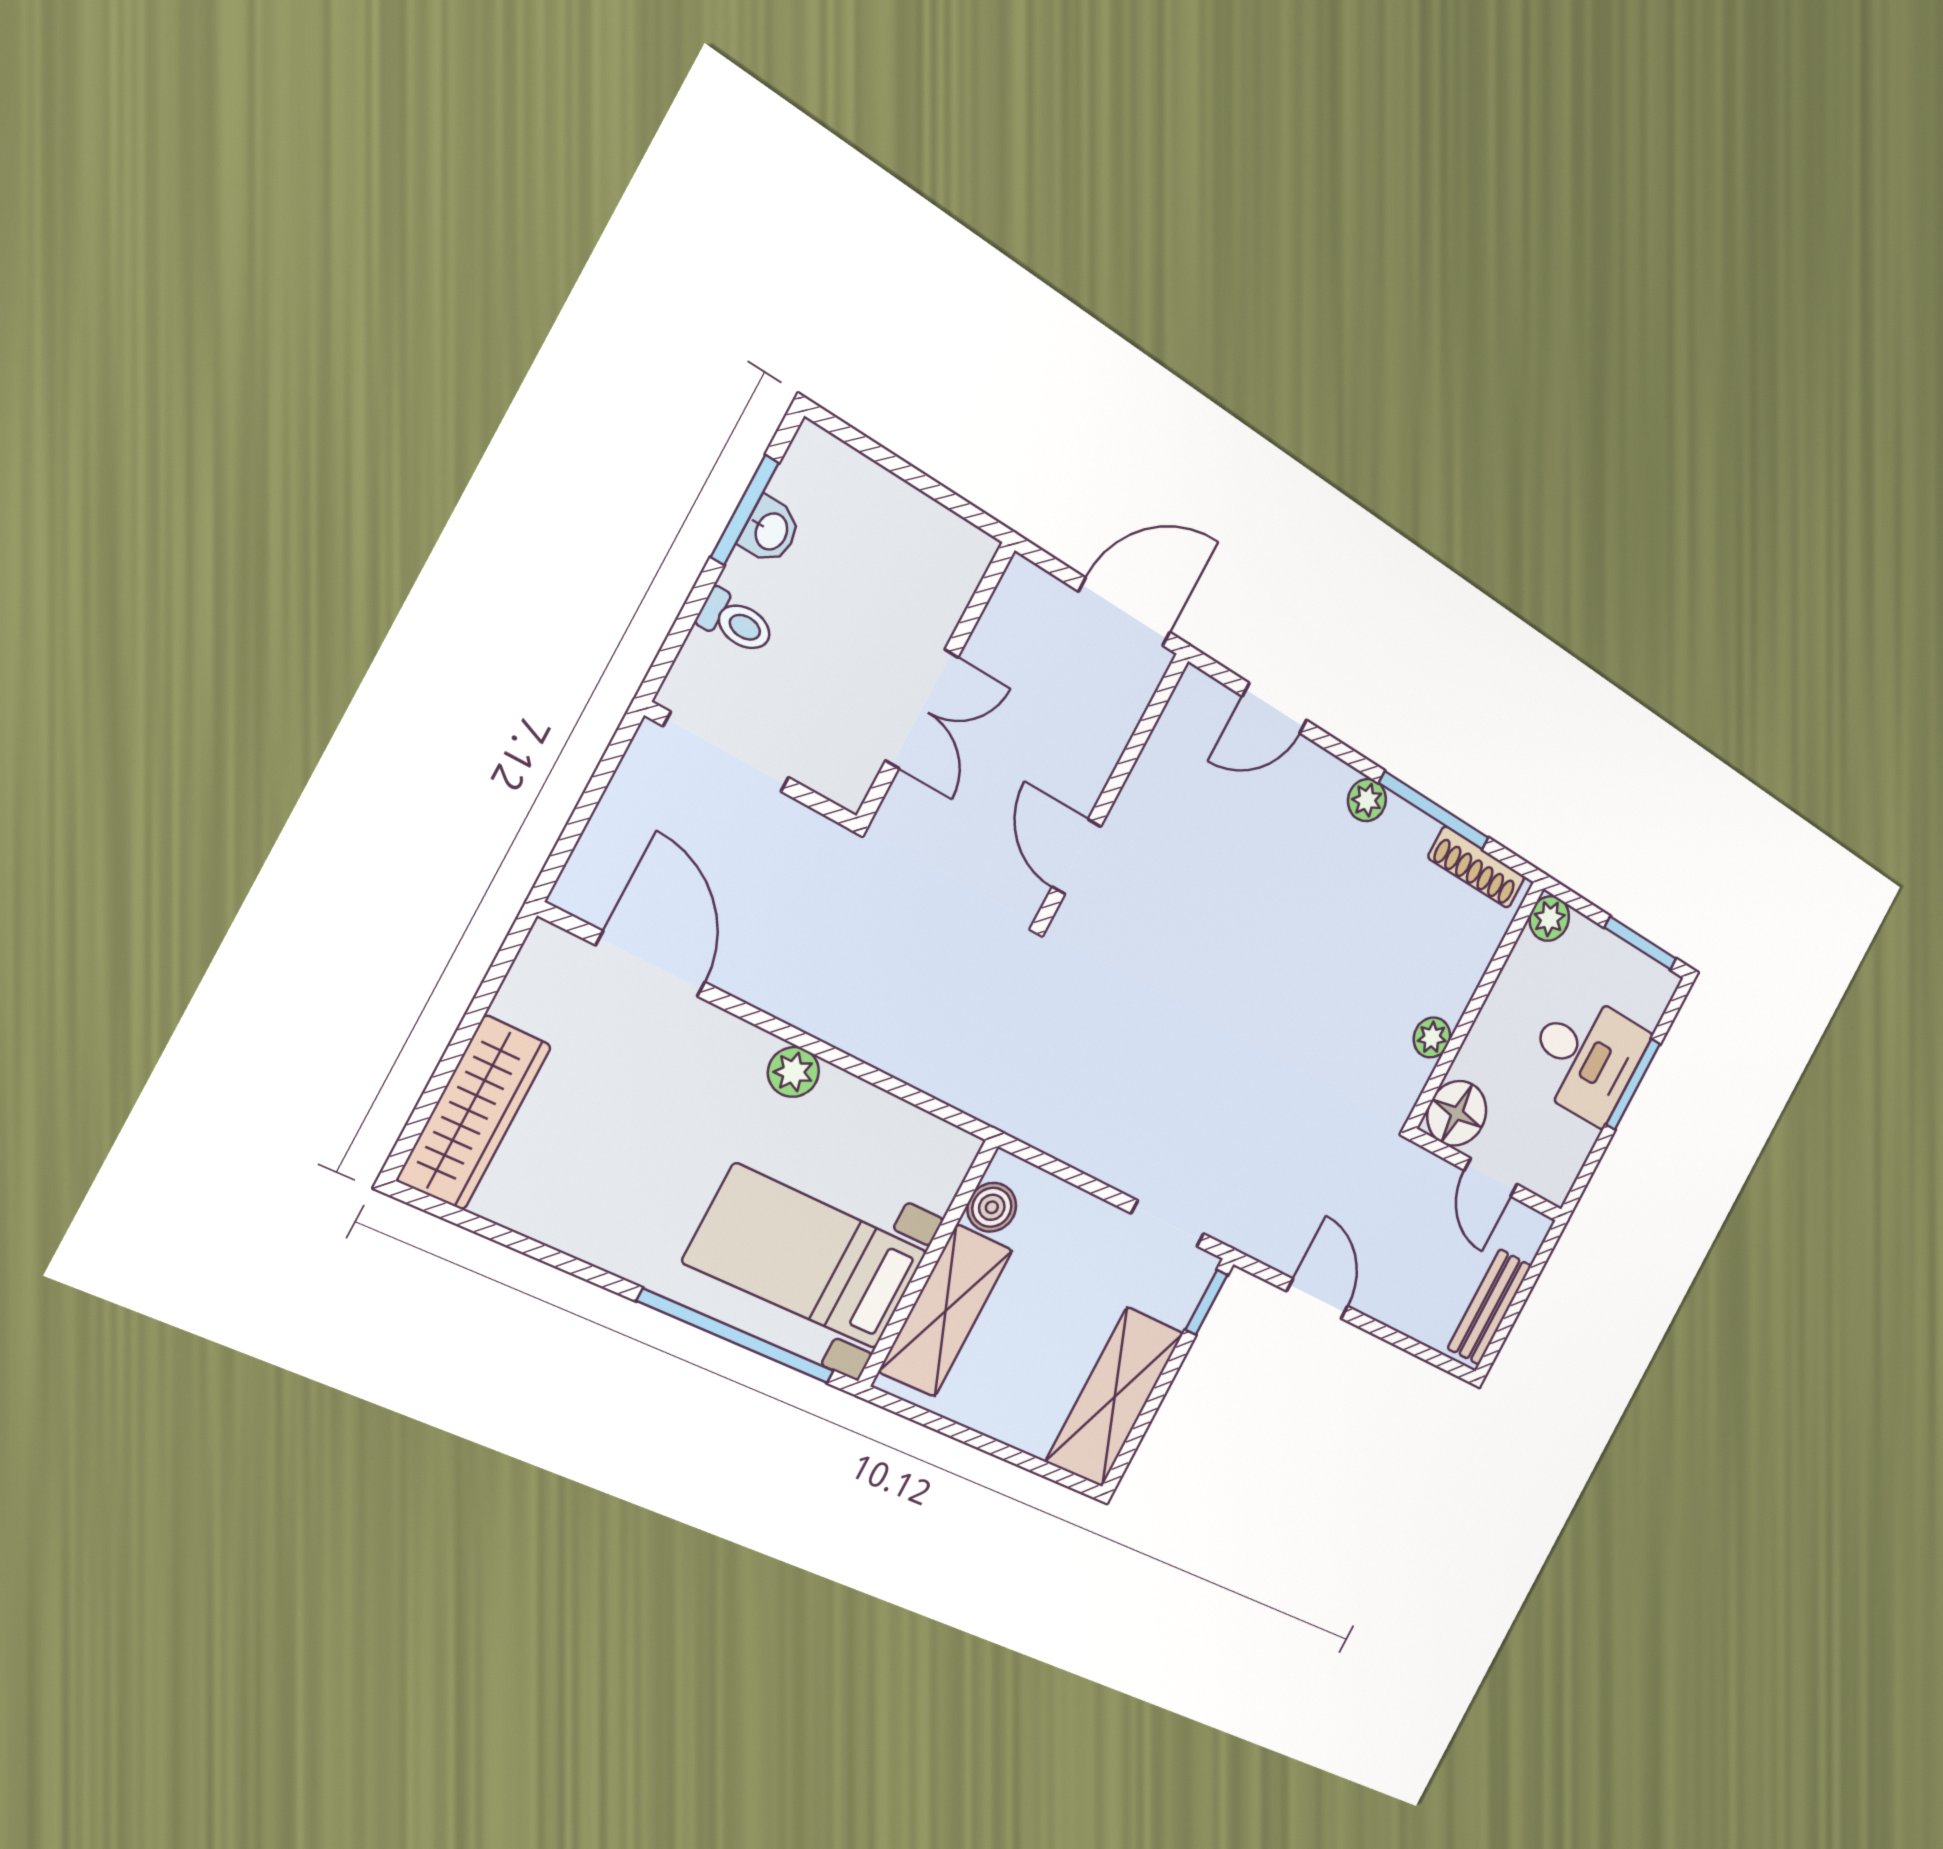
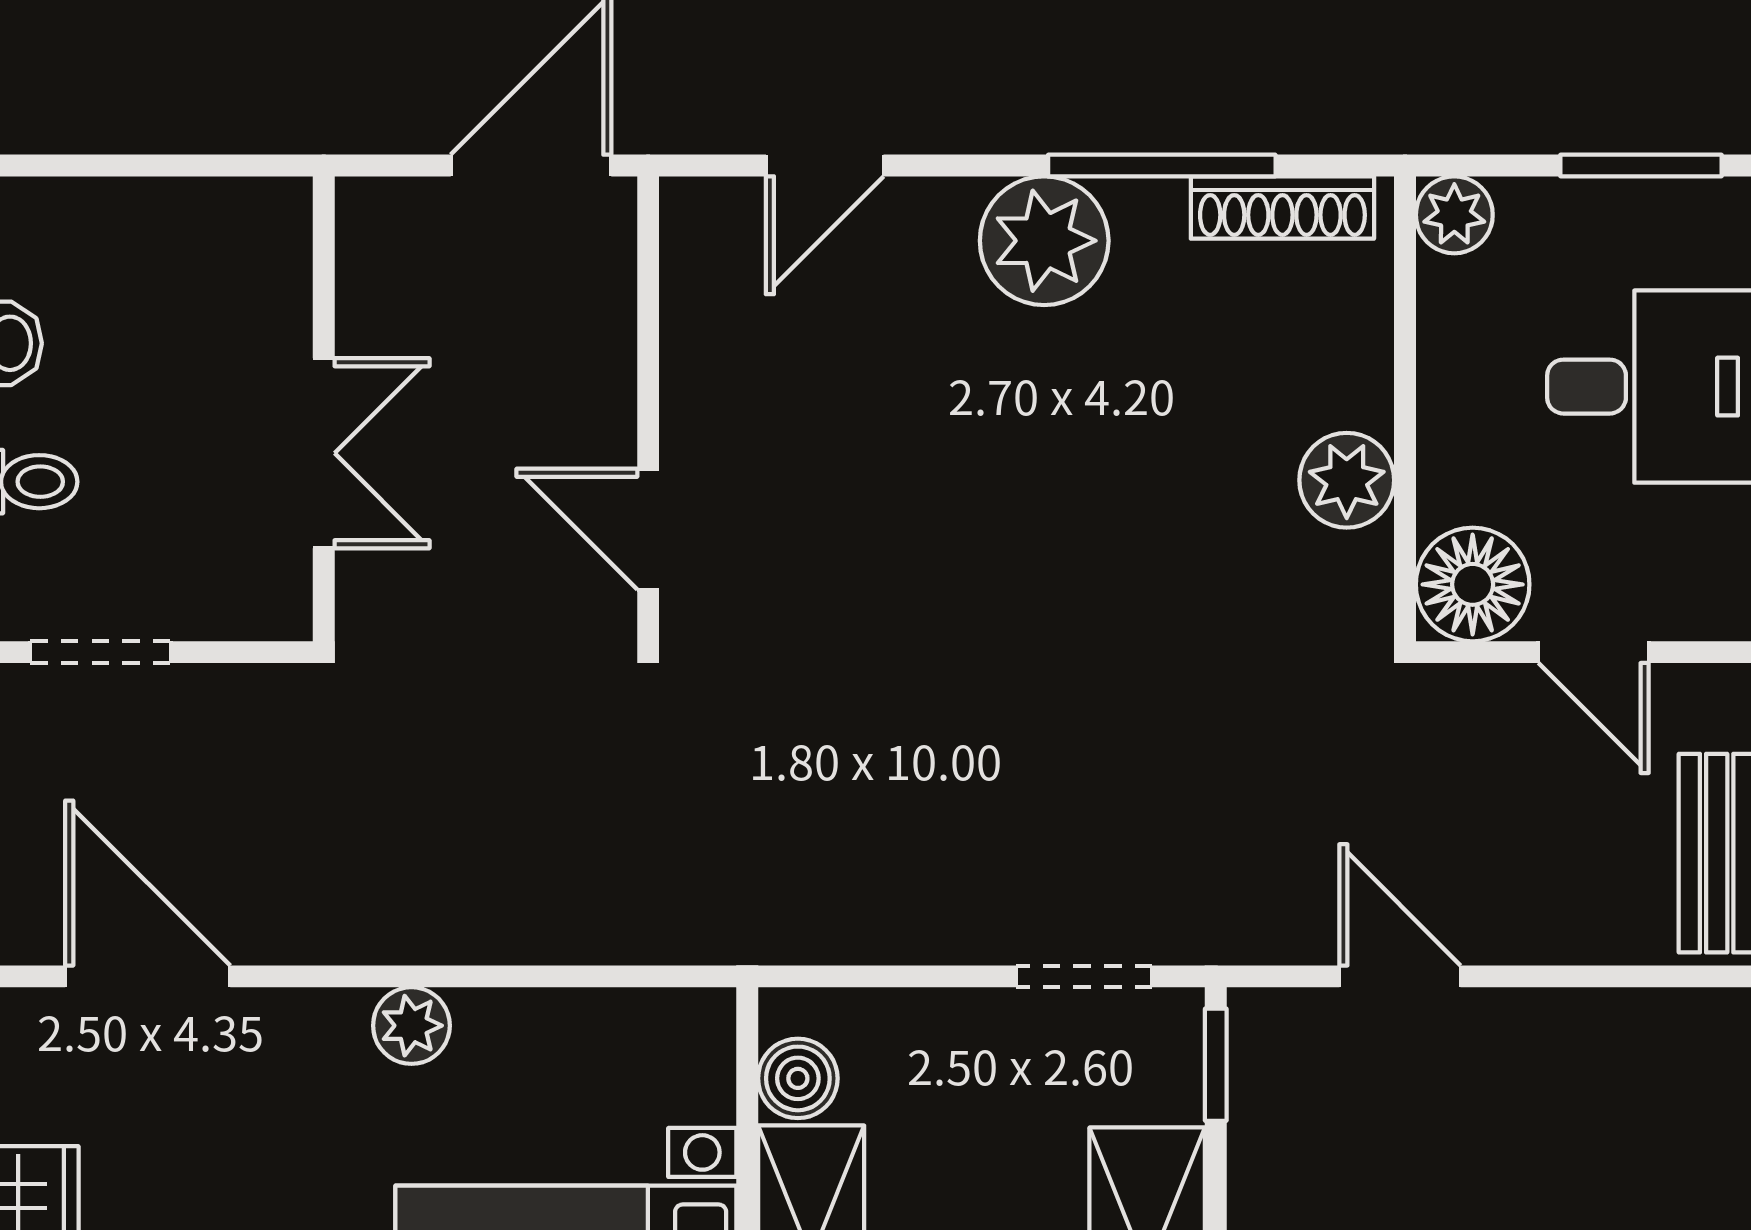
doorway: (727, 752) -> (101, 652), width x0.73
plant: (1367, 800) -> (1044, 241), width x1.87, depth x1.87
plant: (1432, 1037) -> (1347, 480), width x1.38, depth x1.38

